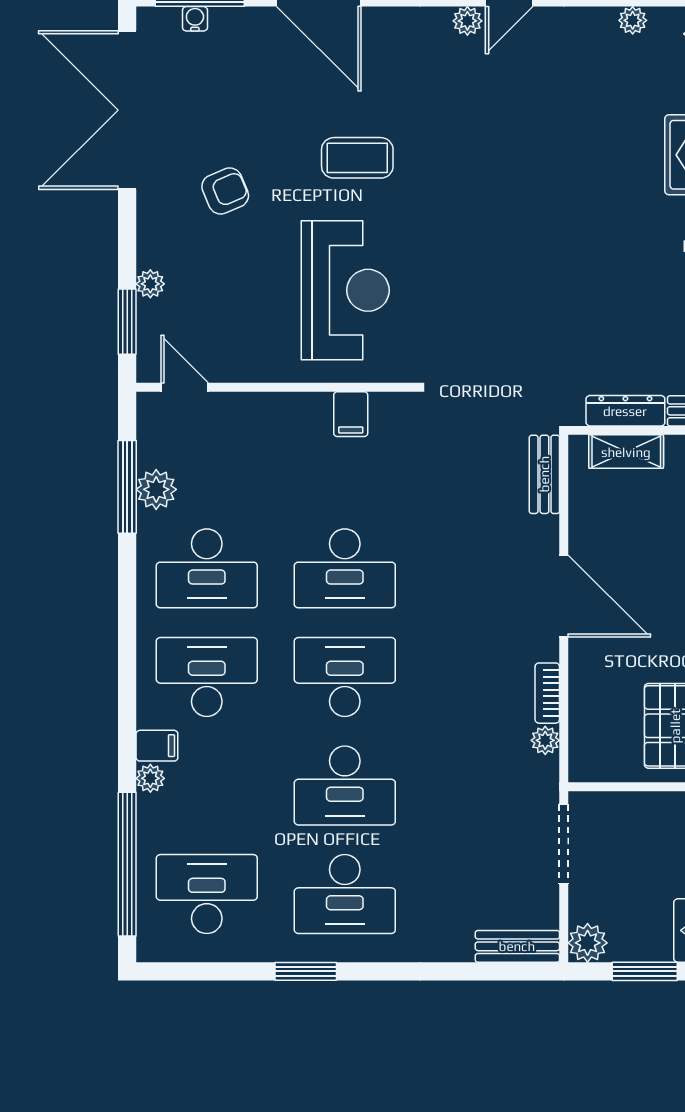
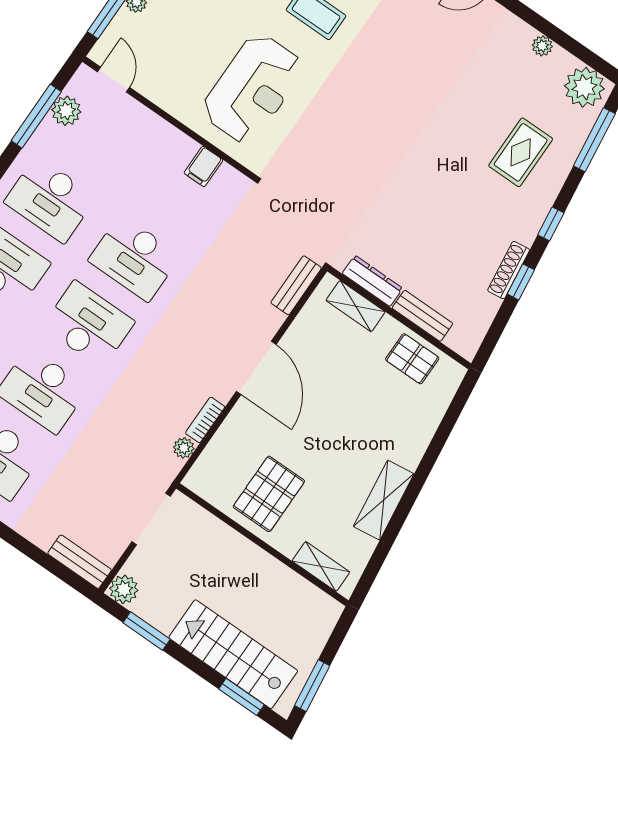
plant: (156, 489) -> (66, 111), moved

